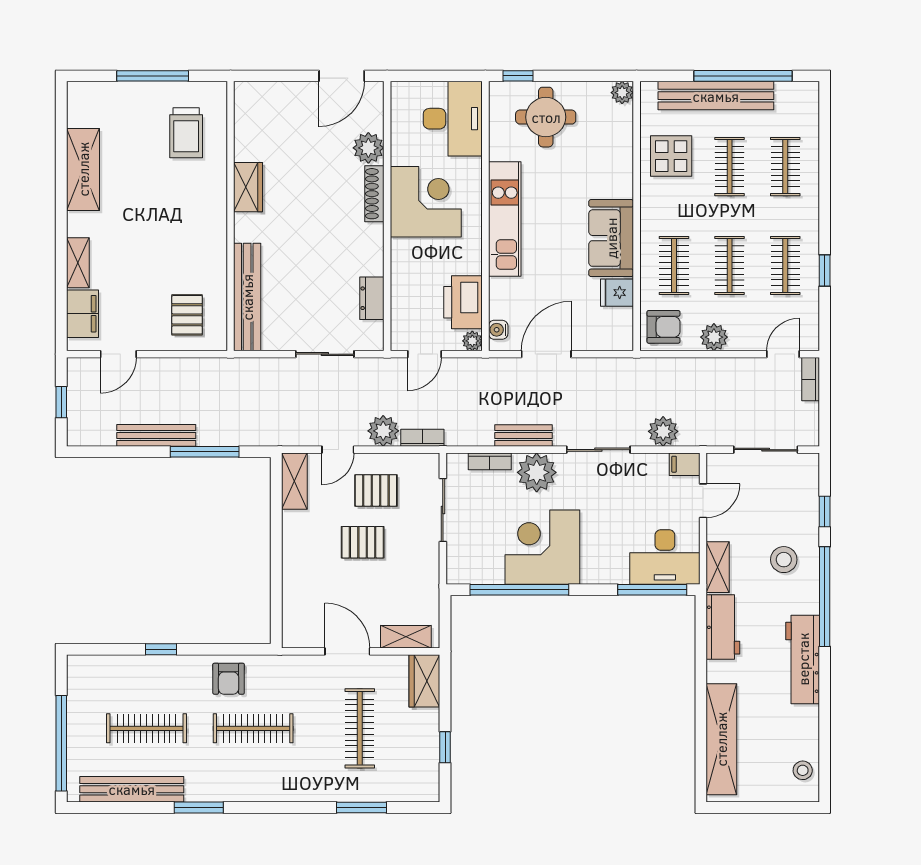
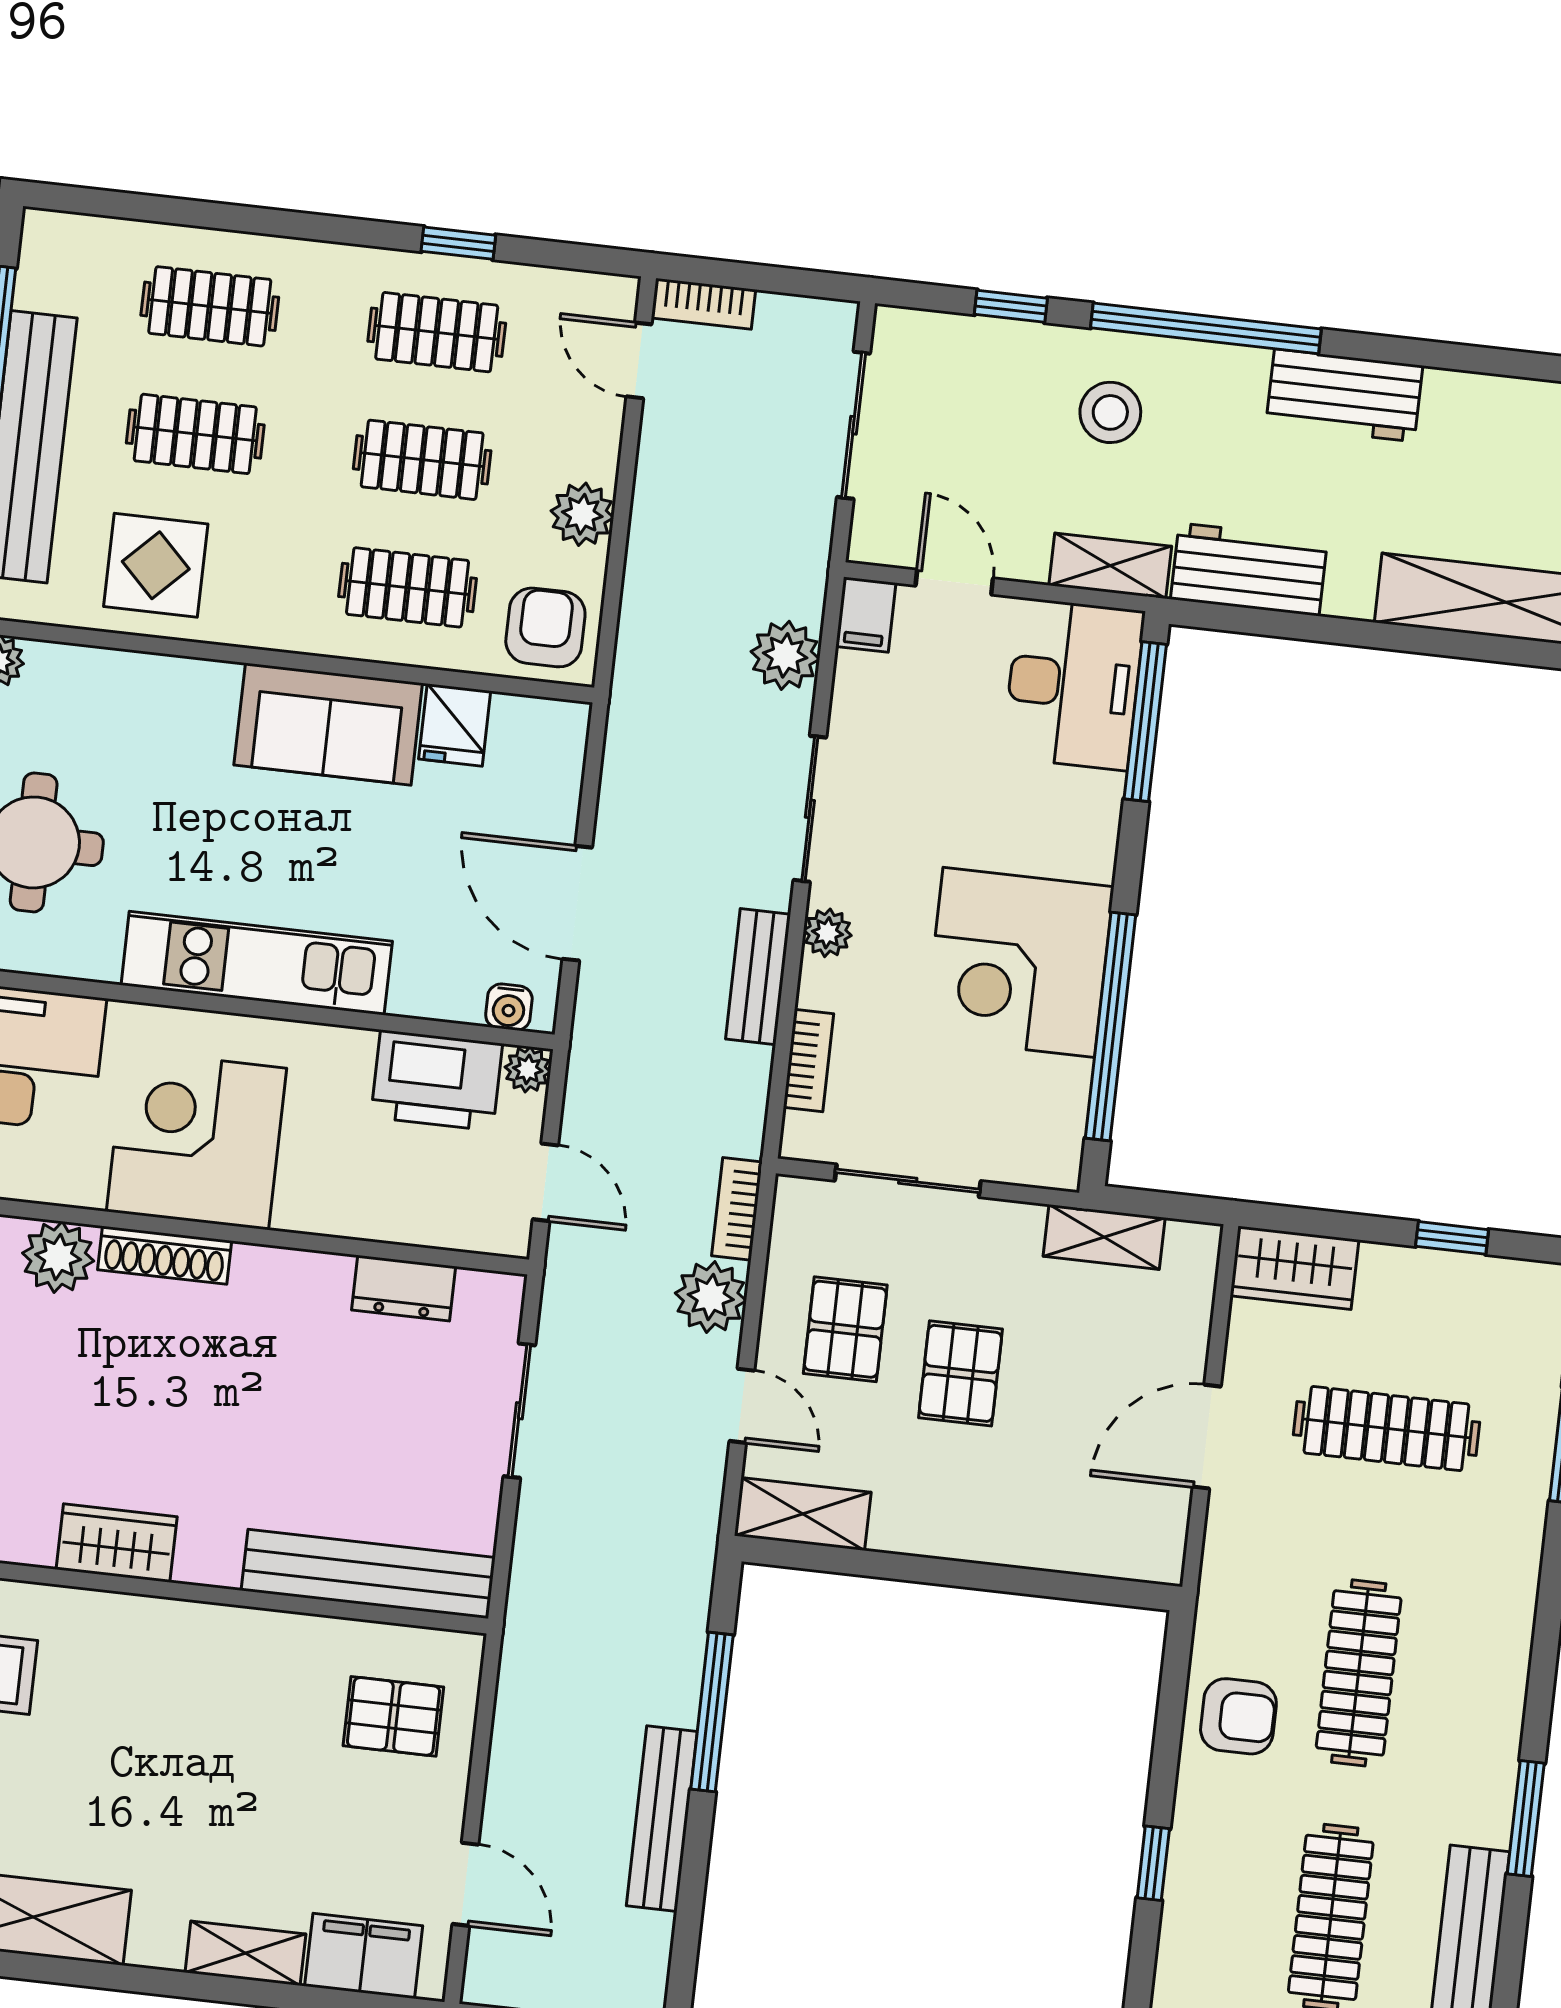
plant: (537, 472) -> (827, 933), width x0.53, depth x0.53
shelving: (406, 637) -> (1104, 1237), moved, turned 90
workbench: (803, 659) -> (1344, 395), width x0.73

